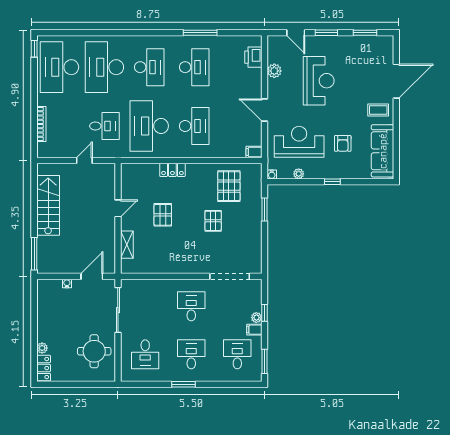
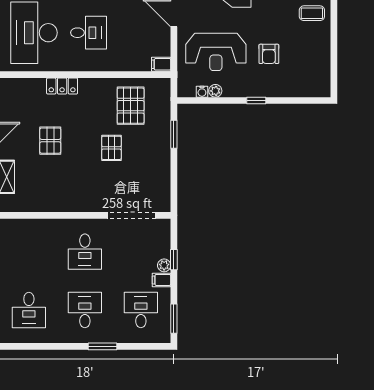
desk: (194, 126) -> (88, 33), width x0.73
reception desk: (299, 142) -> (216, 52), turned 180
sofa: (383, 151) -> (317, 63), removed
water cooler: (272, 175) -> (202, 92), moved
desk: (191, 306) -> (85, 252), turned 180
window: (183, 384) -> (103, 346), moved

